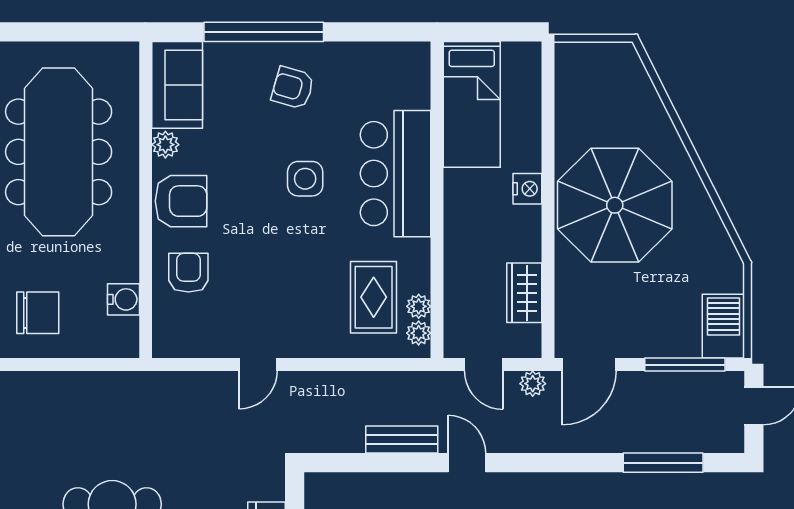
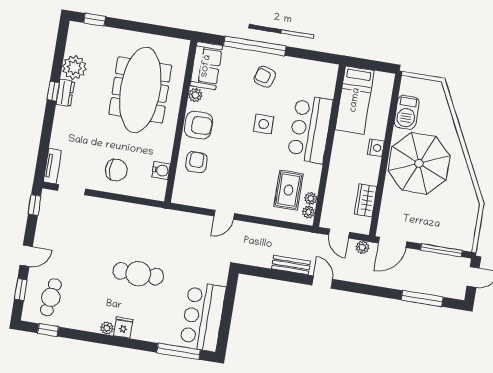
barbecue: (723, 326) -> (407, 112), moved, turned 180

